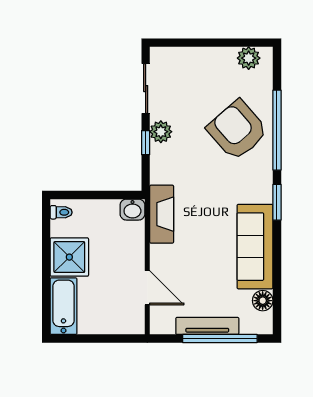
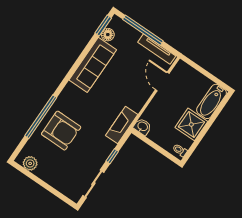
armchair: (237, 130) -> (61, 131), turned -49
plant: (161, 132) -> (101, 157), removed
window: (277, 202) -> (103, 25), moved
fireplace: (162, 214) -> (122, 125), moved
tv unit: (207, 326) -> (157, 49), moved

